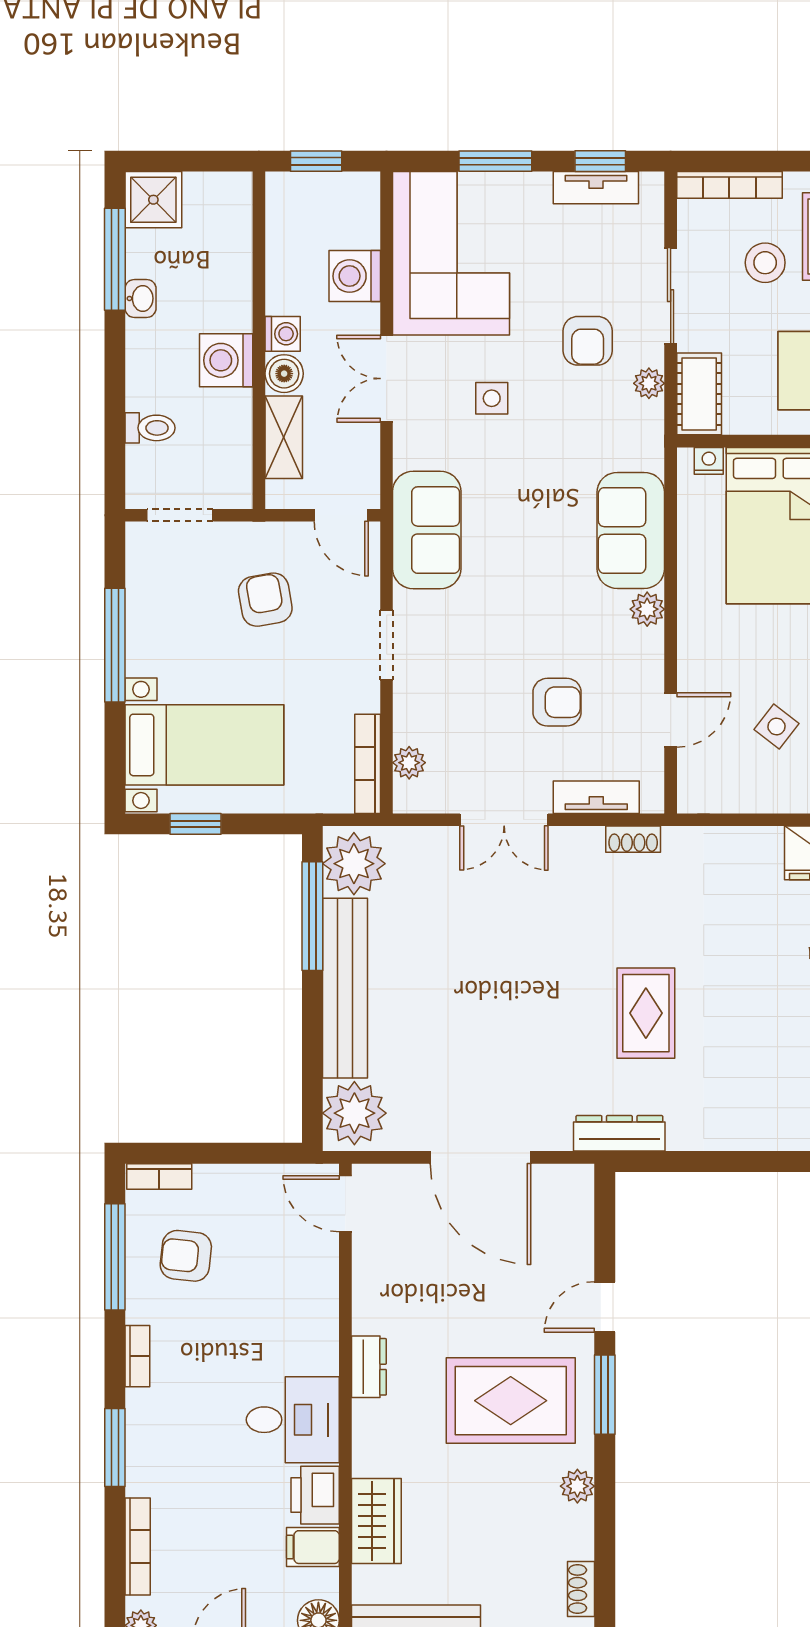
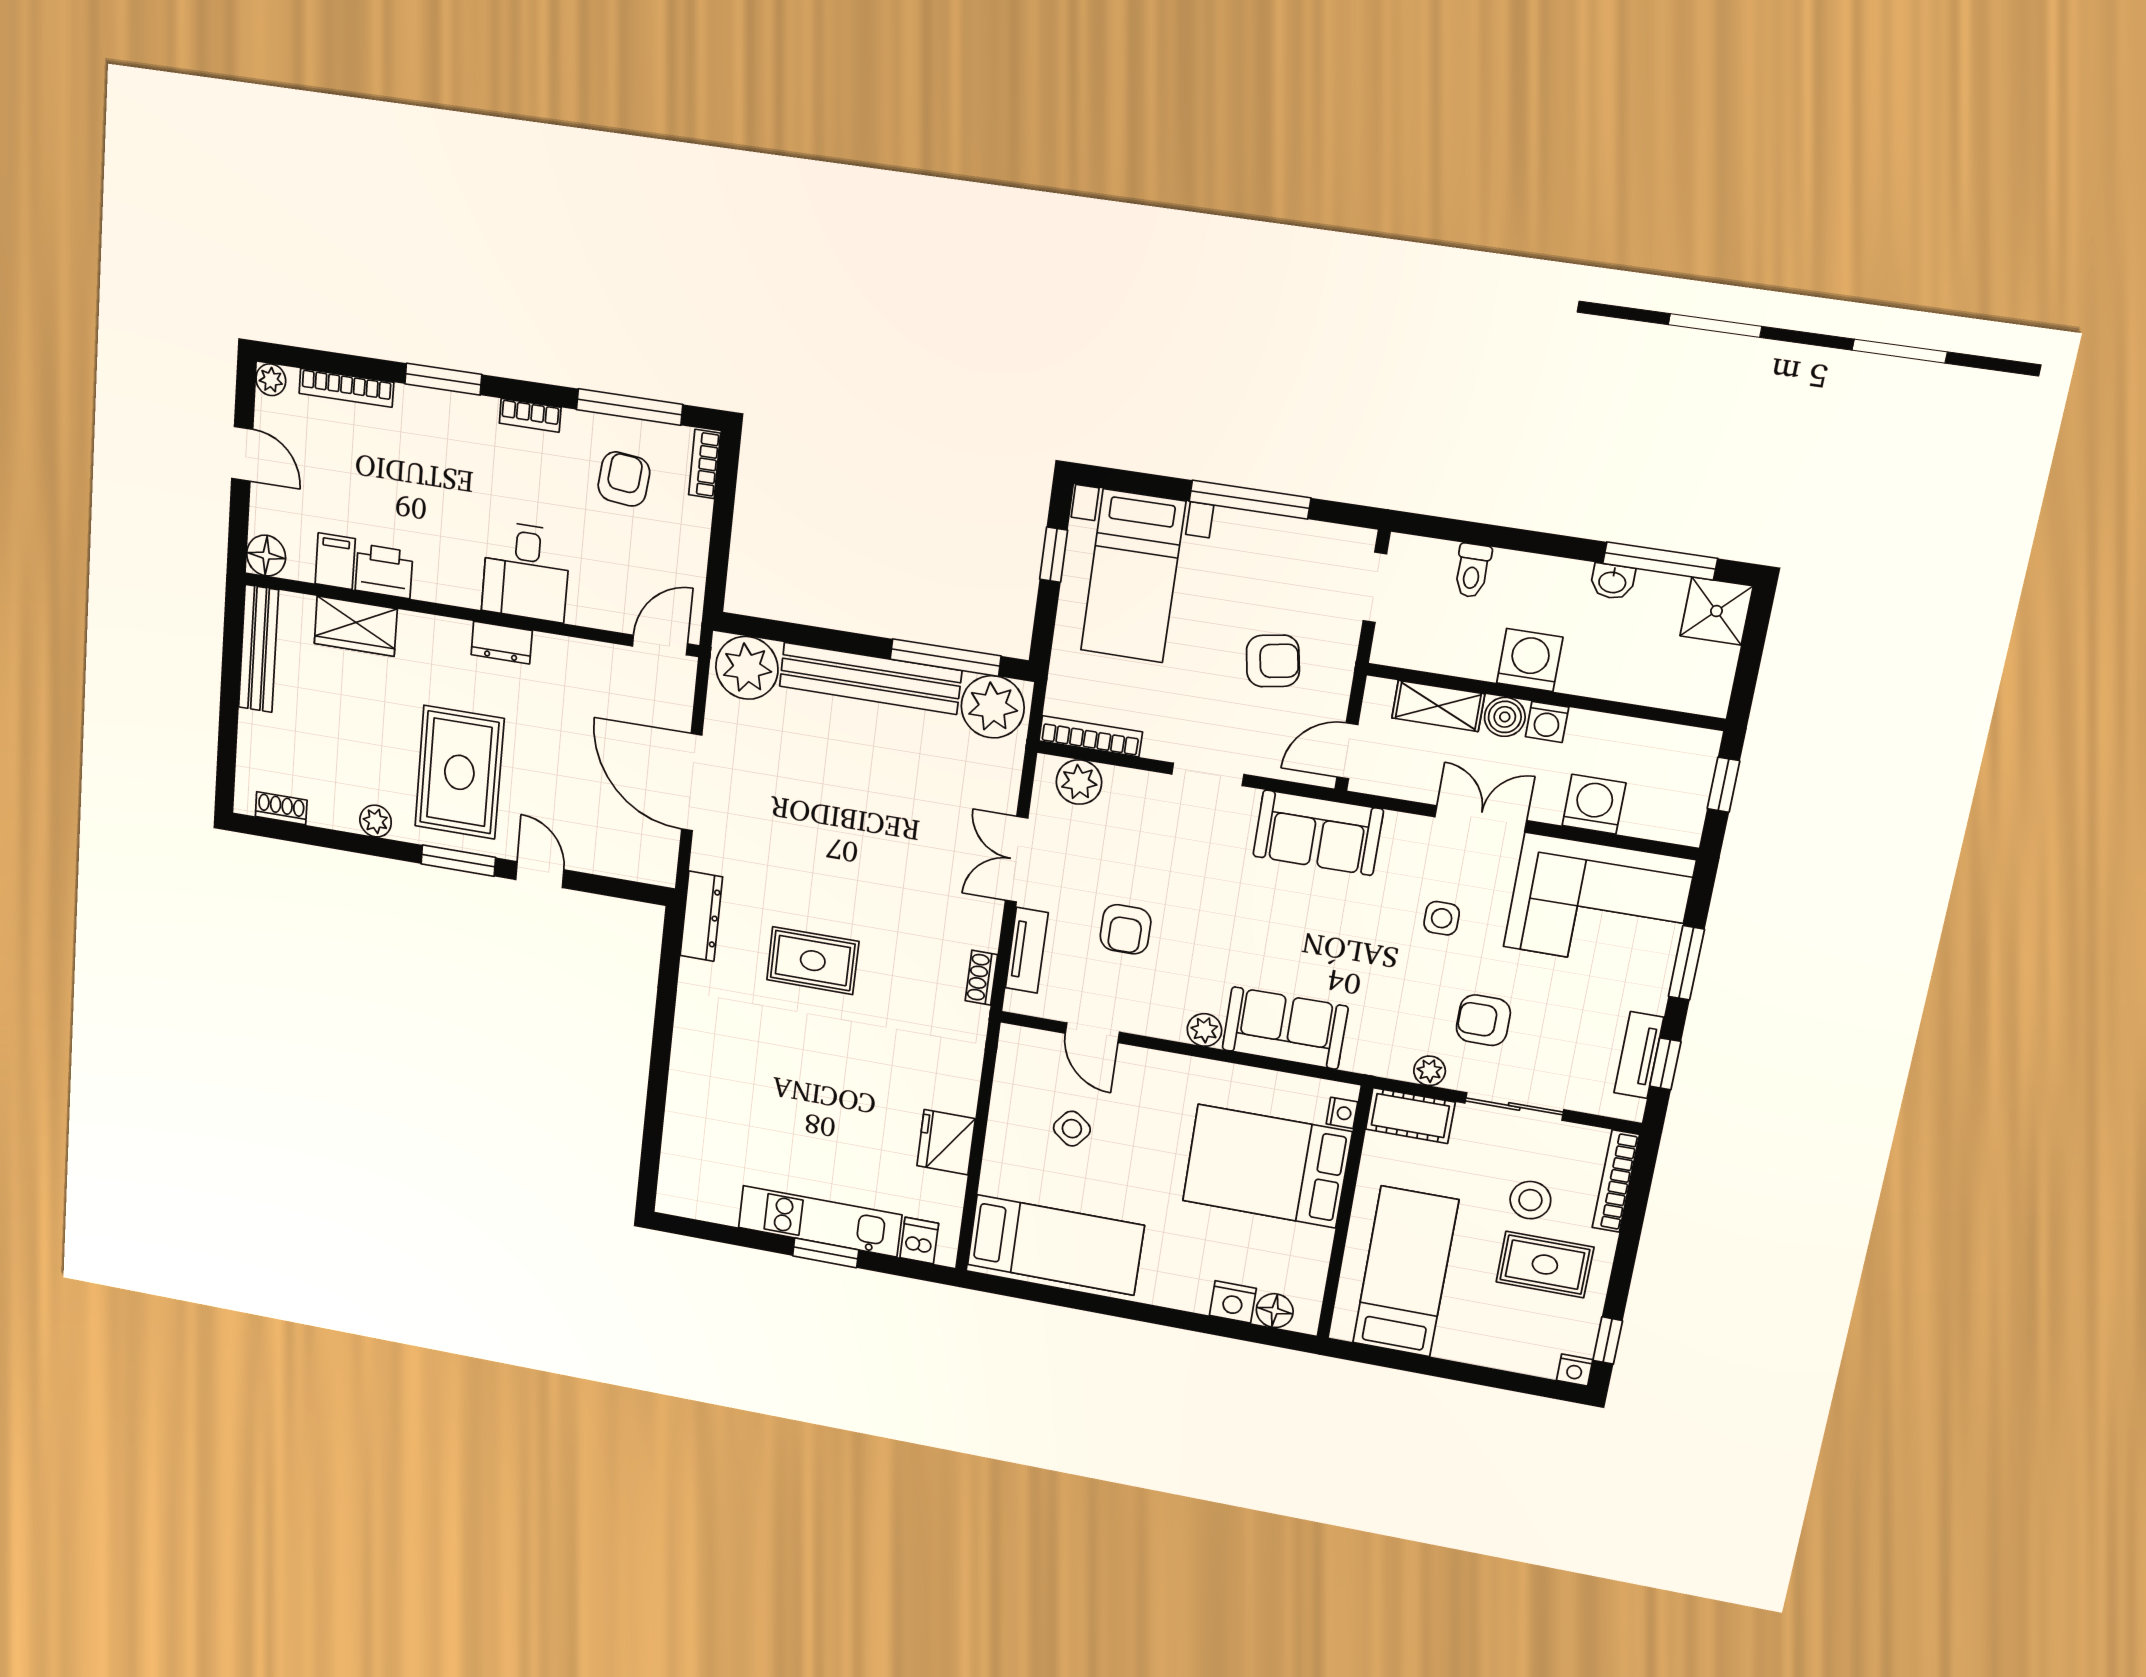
plant: (409, 763) -> (1079, 782), width x1.38, depth x1.38
door: (481, 1157) -> (692, 782), hinge flipped
desk: (293, 1420) -> (526, 571), moved

